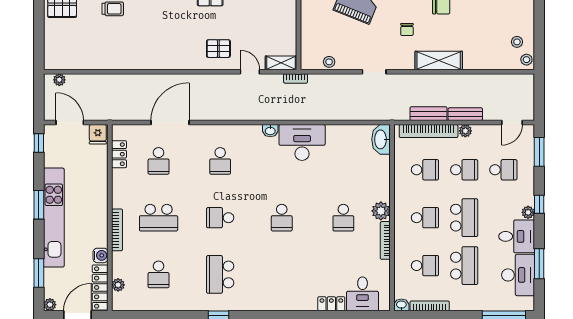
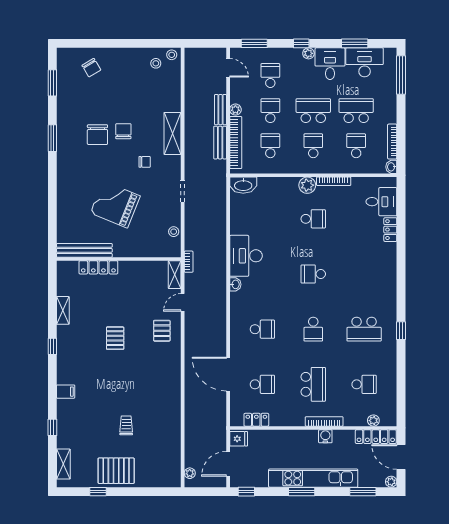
school desk: (282, 218) -> (313, 274), turned 180
water cooler: (101, 255) -> (325, 436), moved

